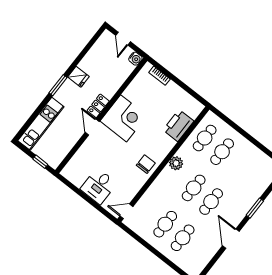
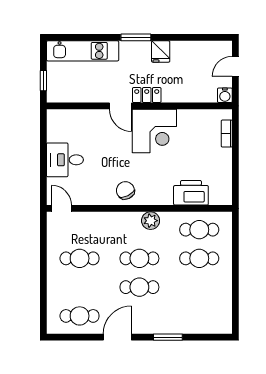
door: (92, 127) -> (120, 106), swing flipped
chair: (146, 164) -> (125, 190), turned -116
cafe table: (183, 238) -> (80, 316), moved

